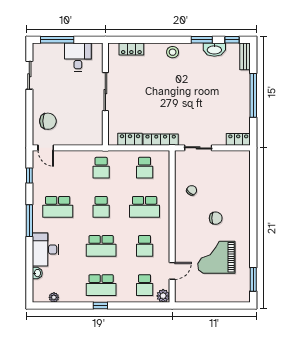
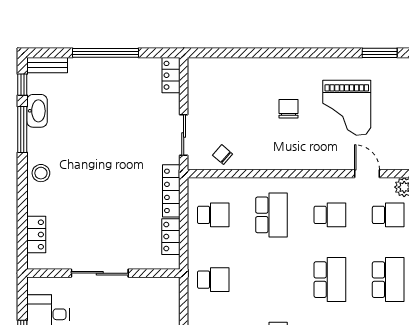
window: (202, 40) -> (22, 130), width x1.44
chair: (192, 190) -> (223, 155), moved
school desk: (101, 207) -> (272, 280), removed

